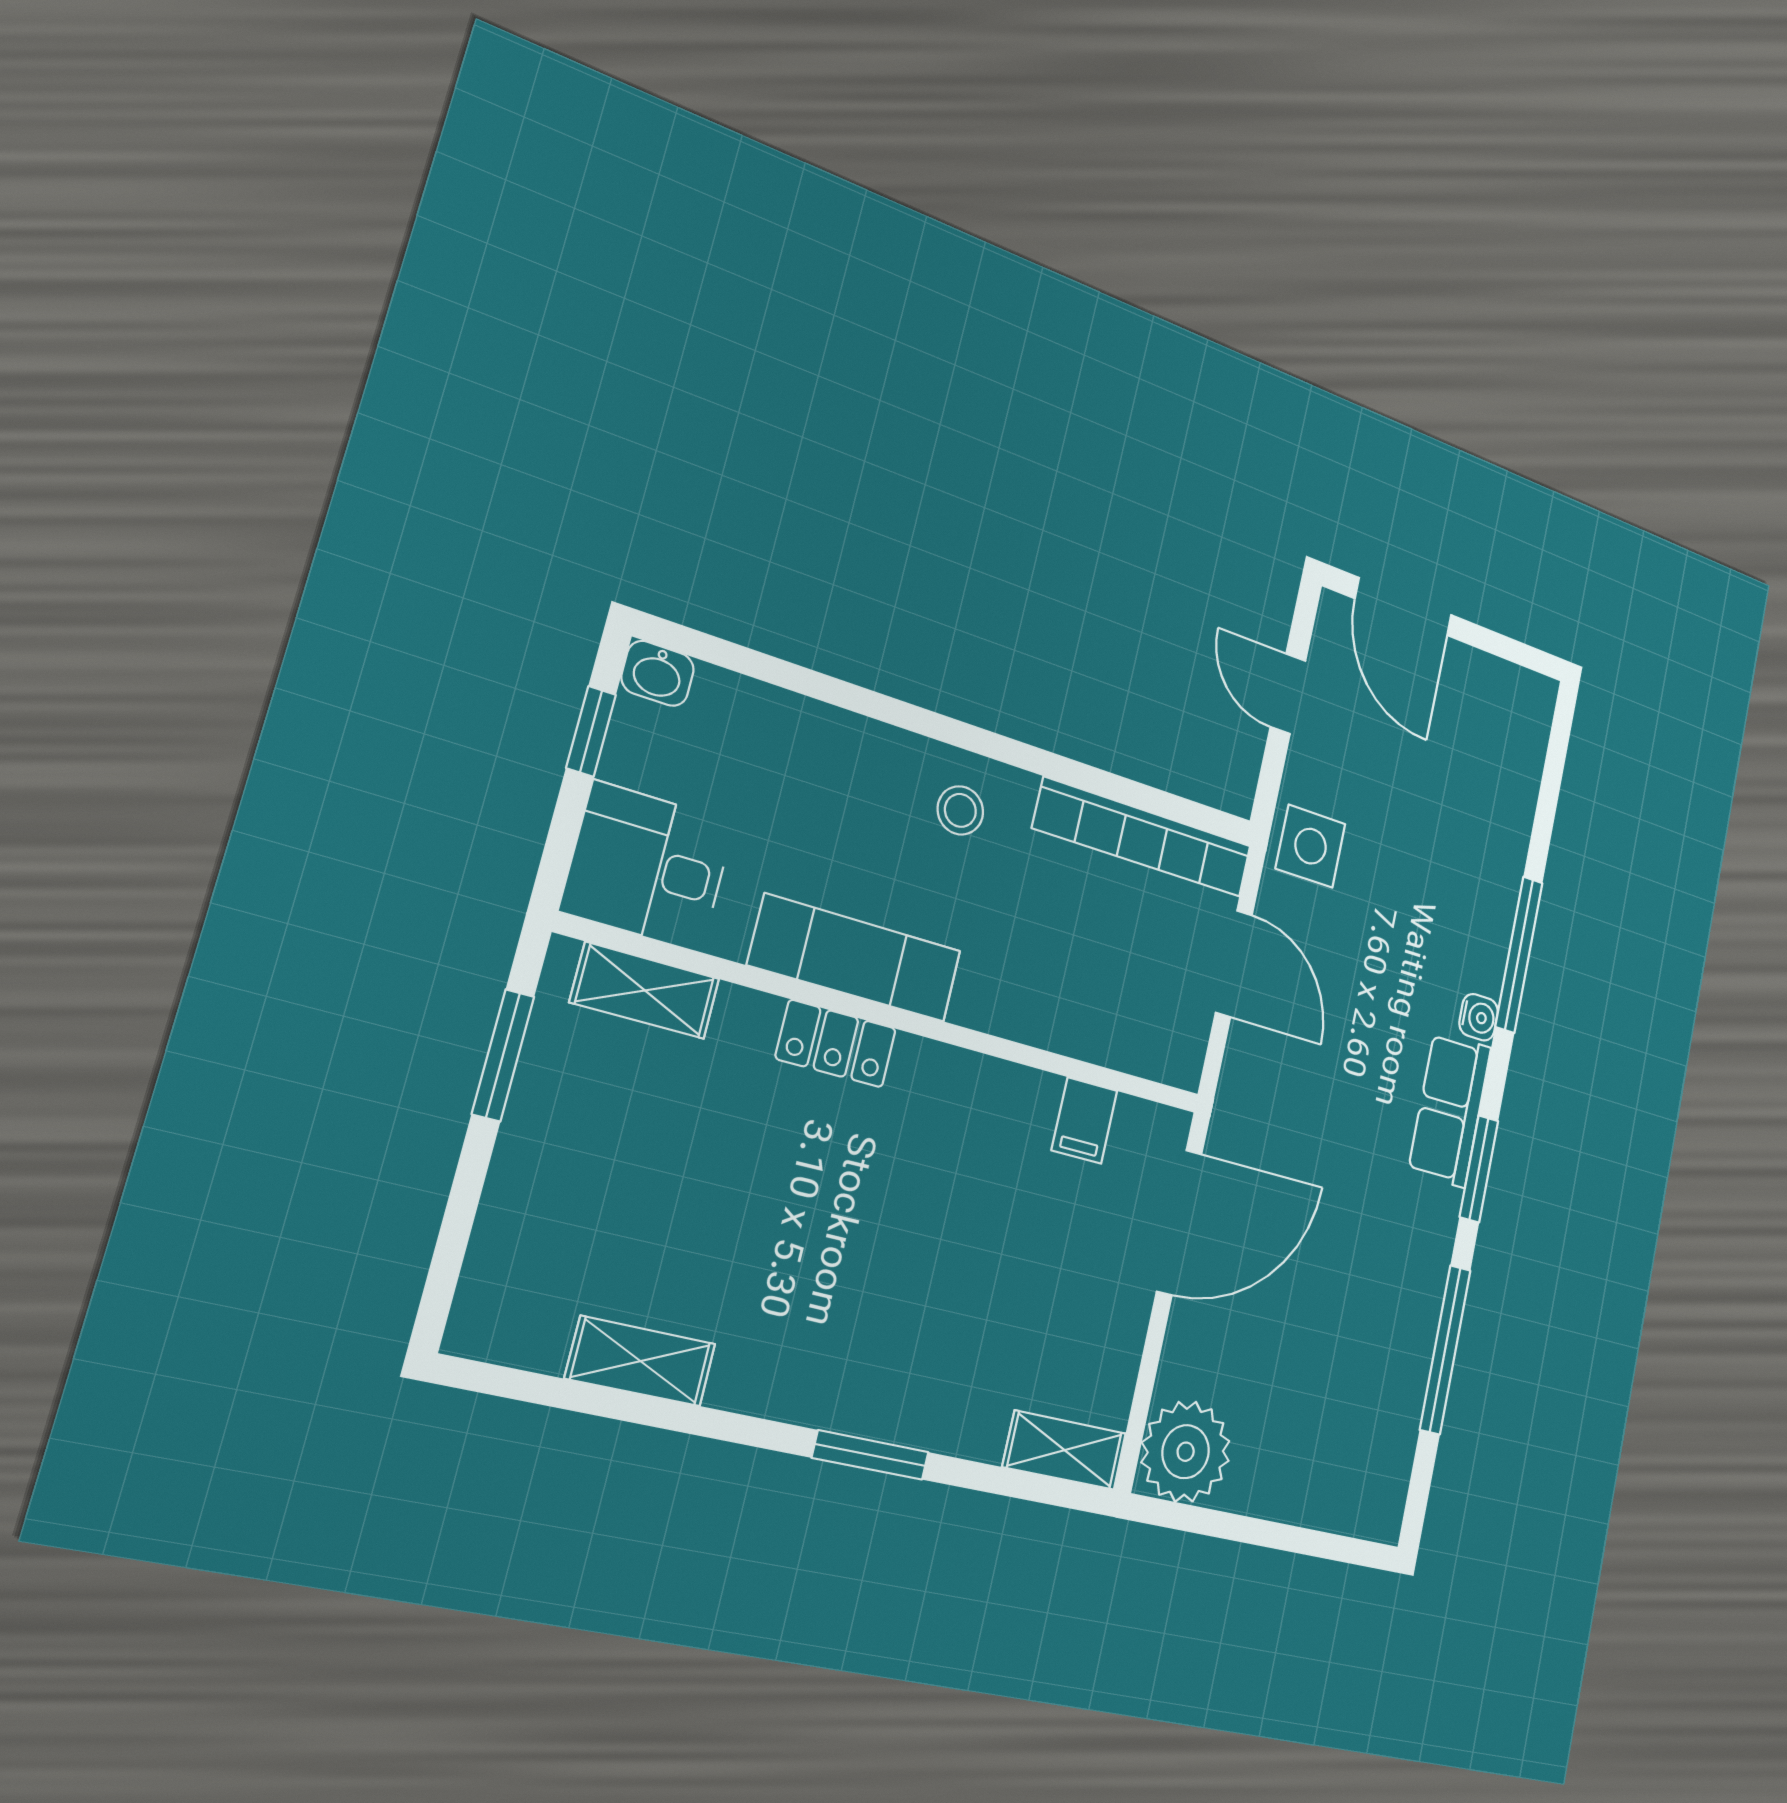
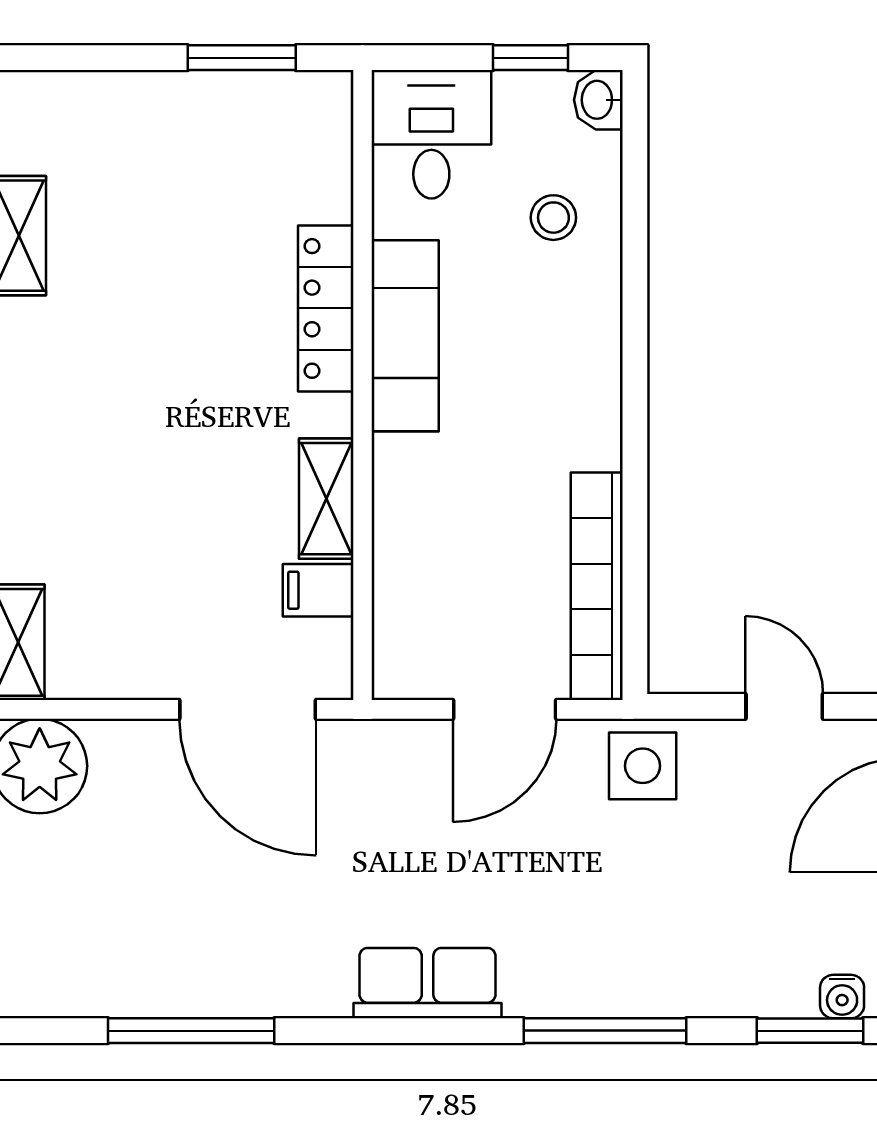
door: (1288, 694) -> (784, 706), hinge flipped
stool: (960, 810) -> (553, 218), moved
shelving: (645, 990) -> (326, 499), moved
water cooler: (1479, 1017) -> (842, 997), moved
locker: (836, 1044) -> (326, 308), width x1.53
window: (1479, 1169) -> (810, 1031), moved

